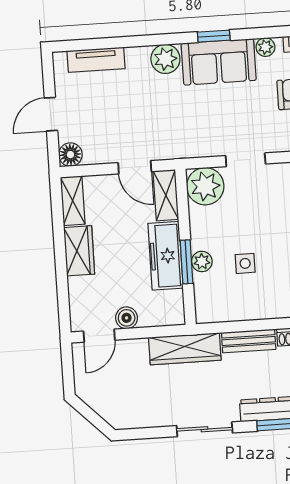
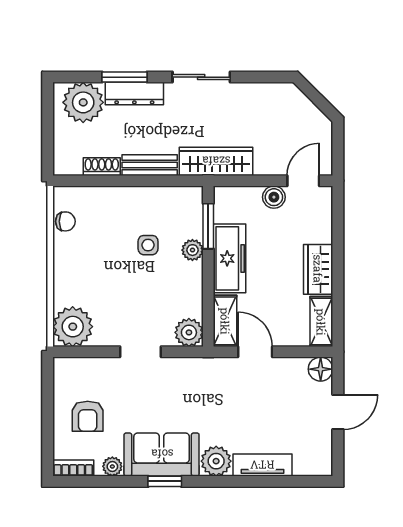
tv unit: (96, 60) -> (262, 465), moved
plant: (205, 186) -> (189, 332), width x0.73, depth x0.73
window: (187, 262) -> (208, 226), moved

